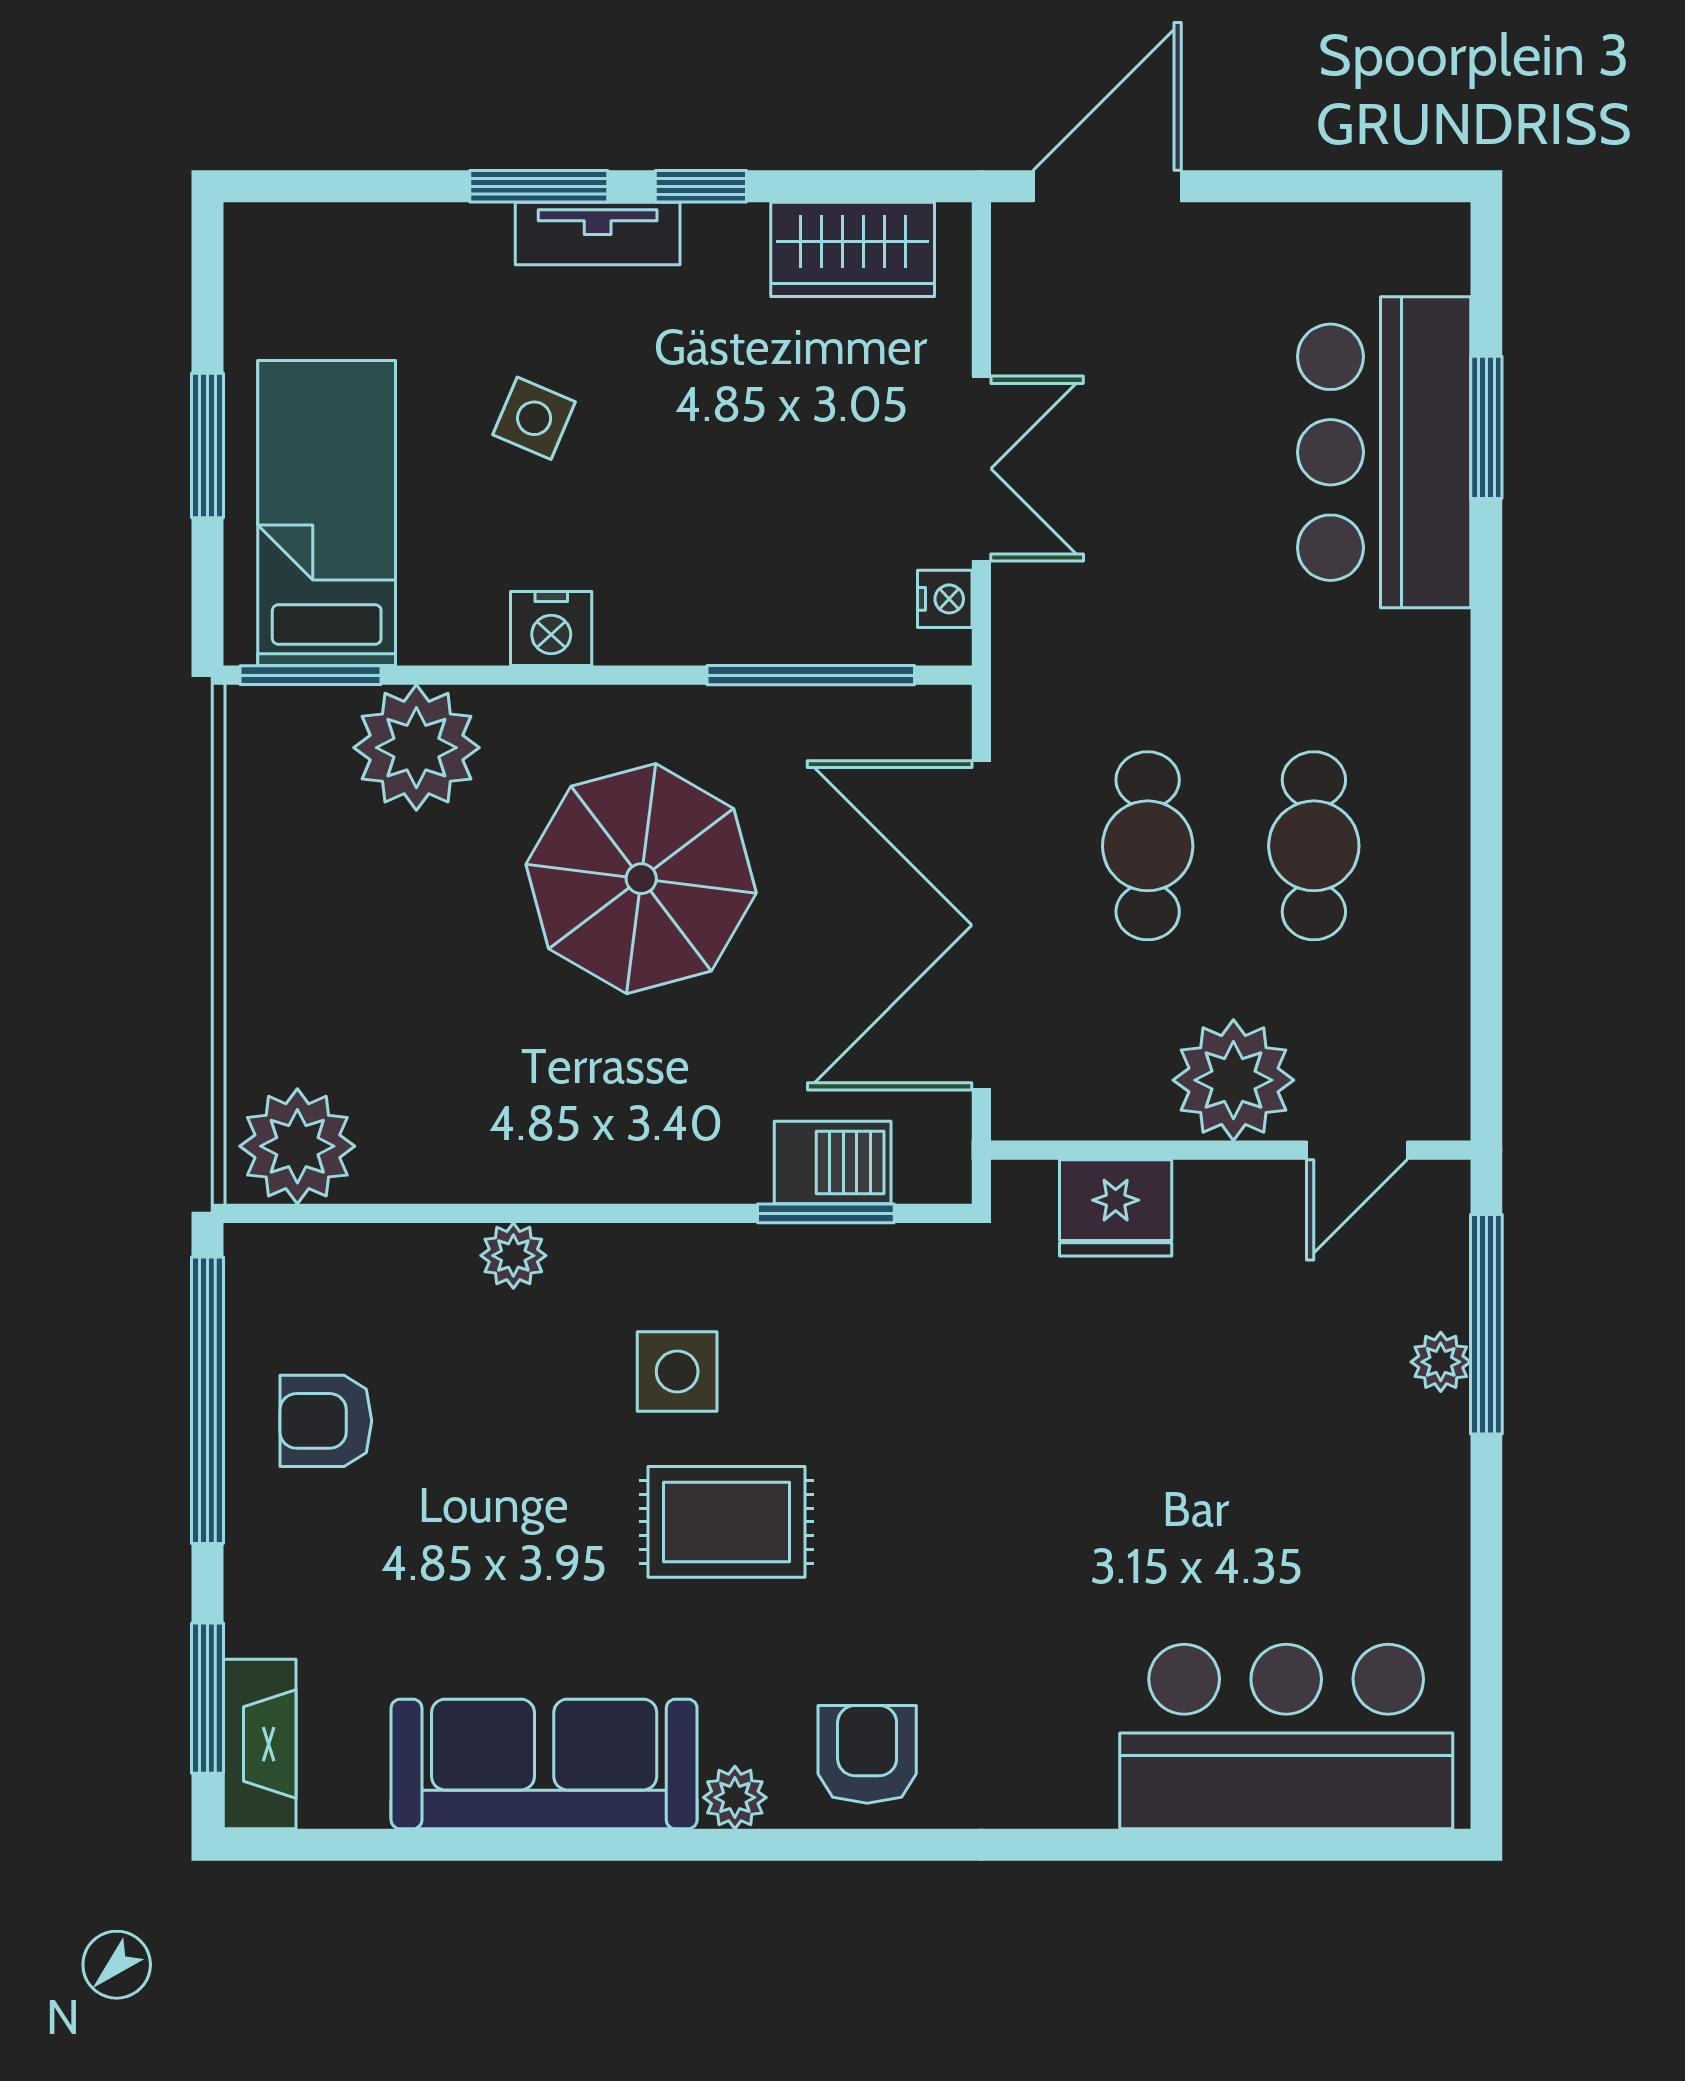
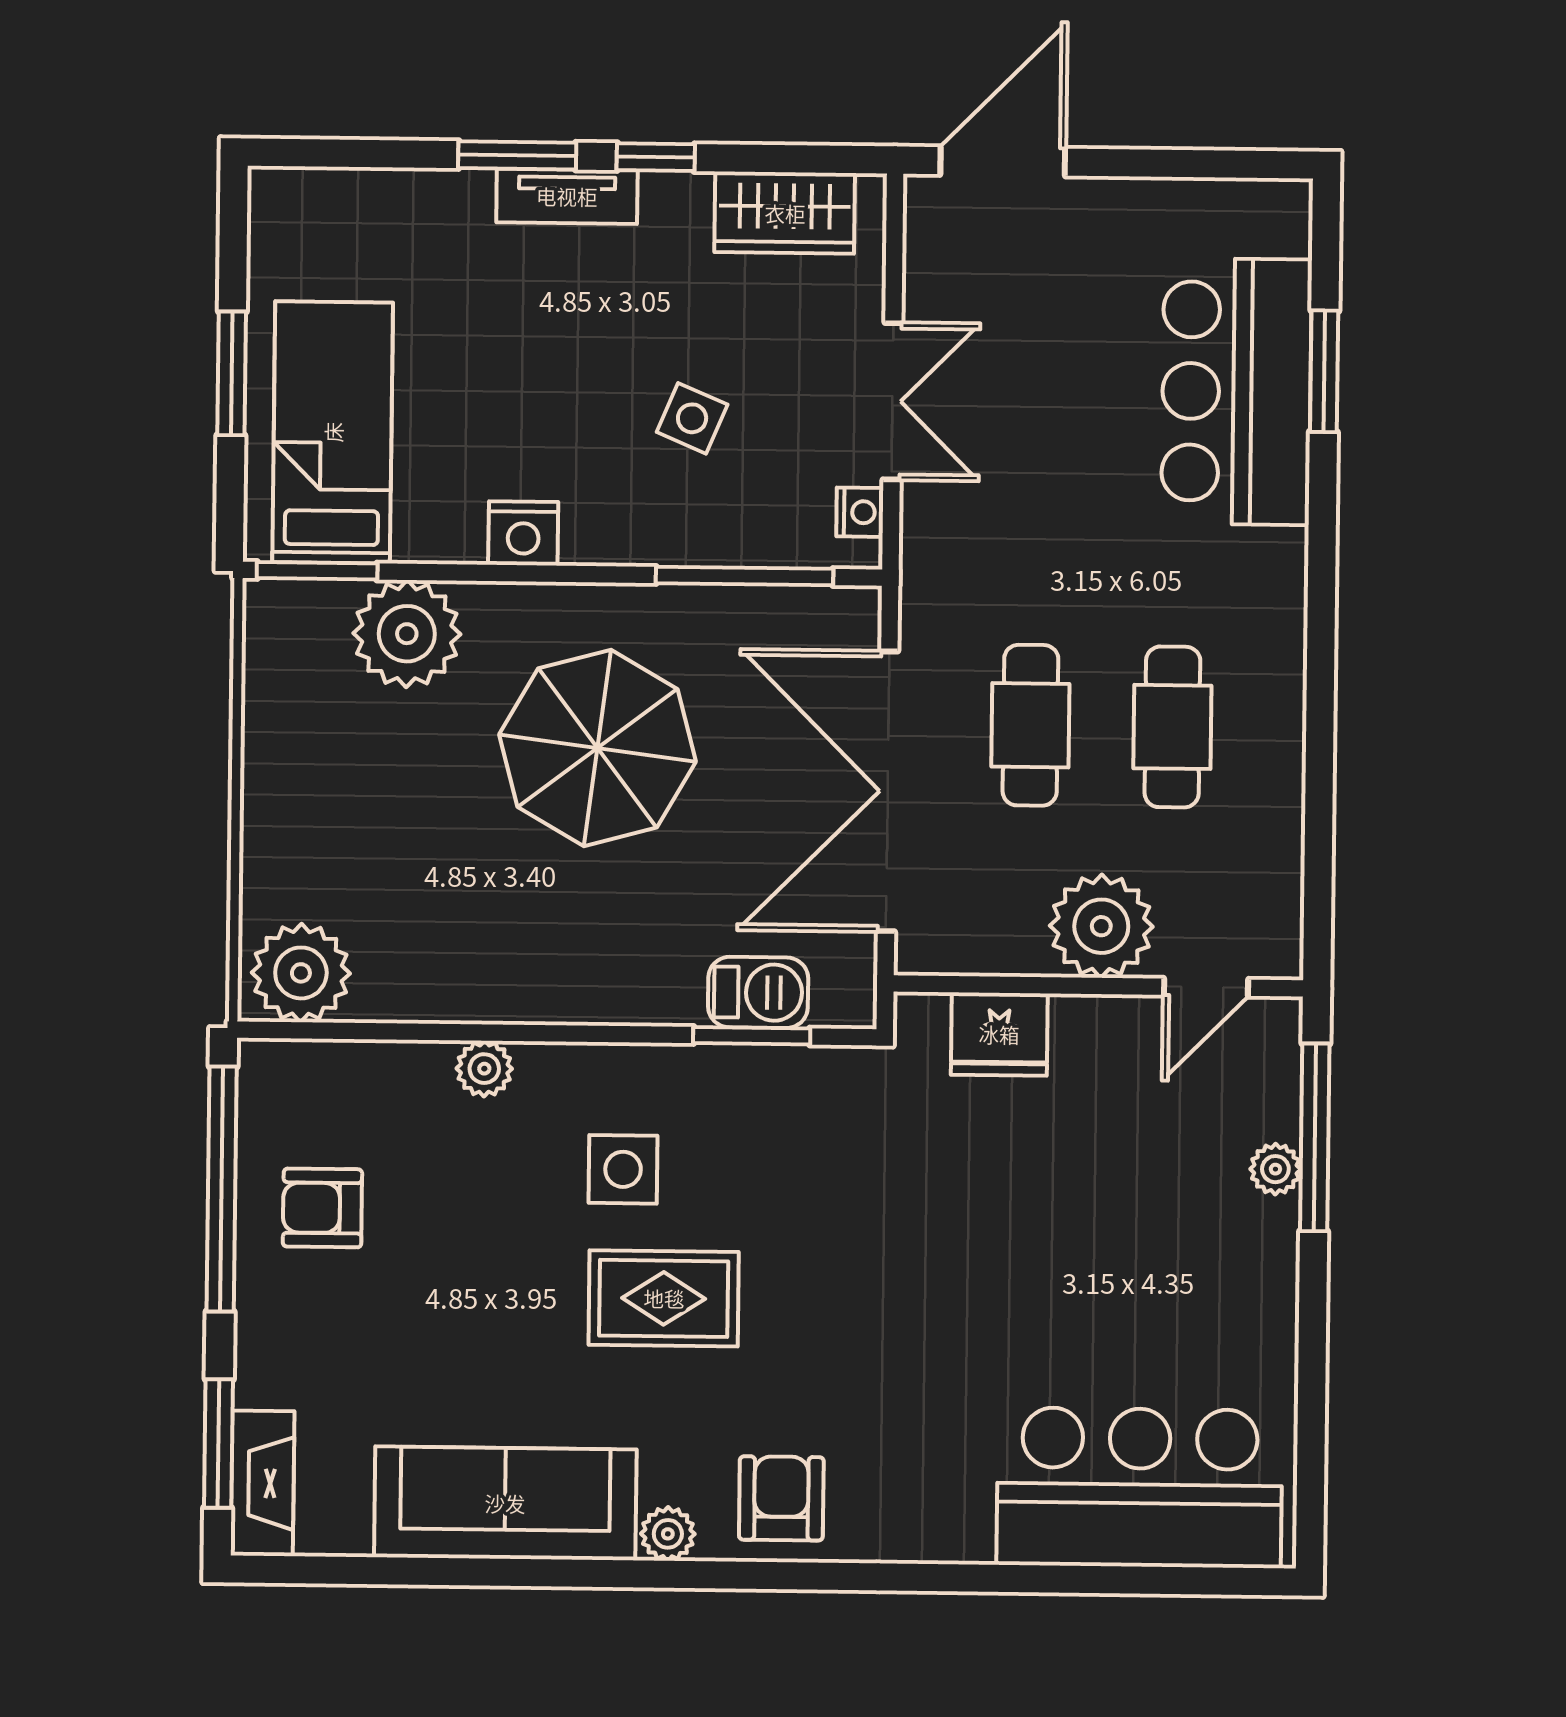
side table: (534, 418) -> (692, 418), moved

